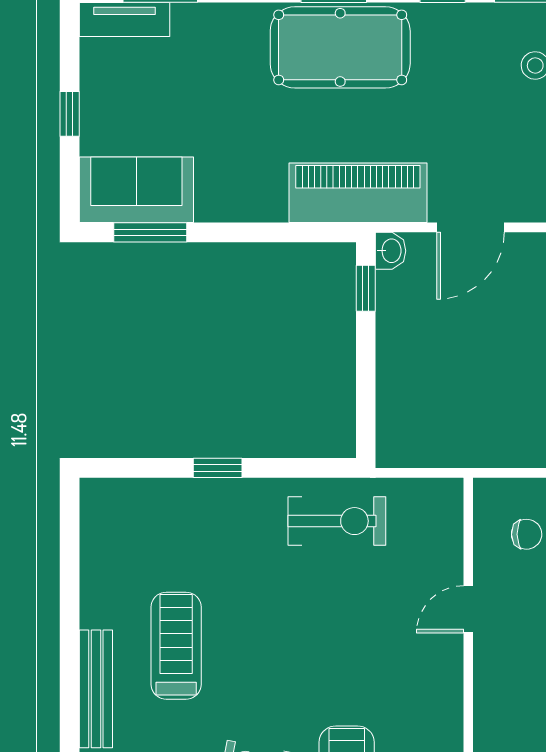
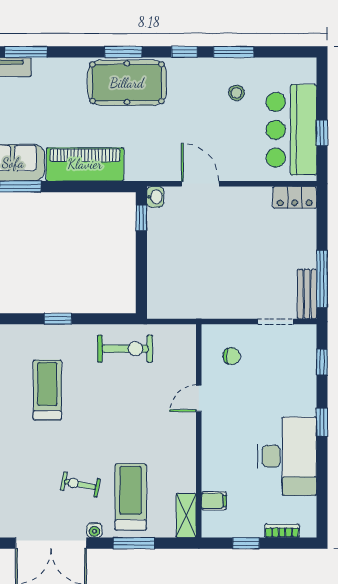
piano: (358, 193) -> (85, 164), moved
door: (470, 227) -> (200, 184), swing flipped
treadmill: (176, 646) -> (47, 390), moved

